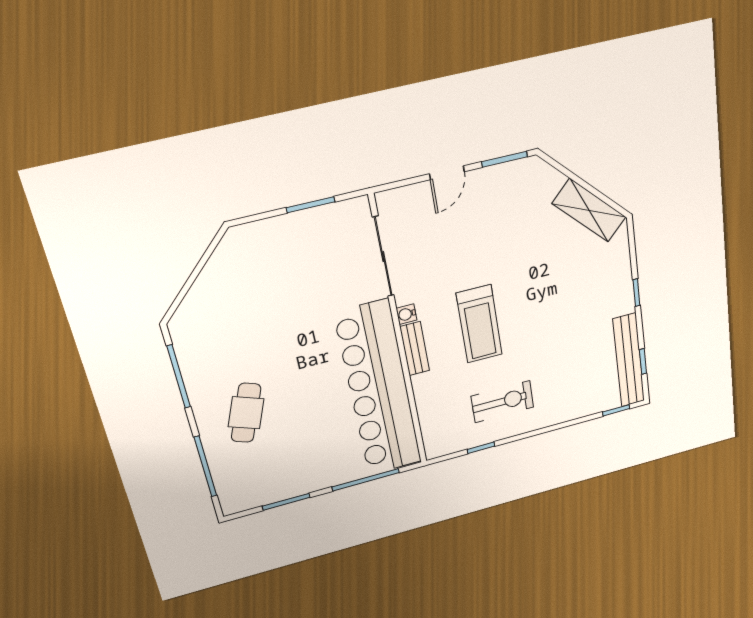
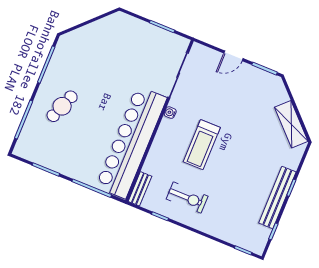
bench: (415, 349) -> (140, 189), moved
bench: (629, 360) -> (277, 197), moved

